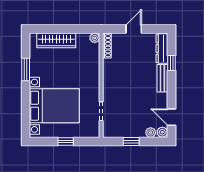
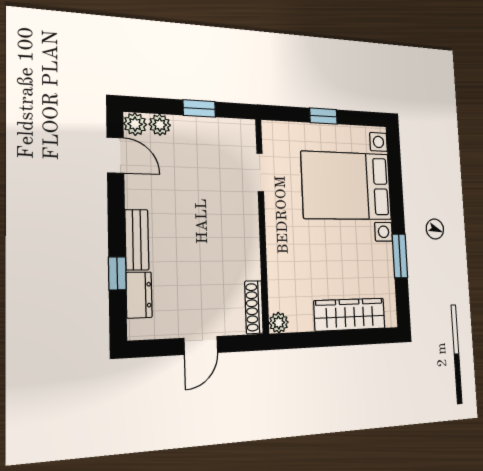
dresser: (162, 49) -> (139, 295), width x0.70

